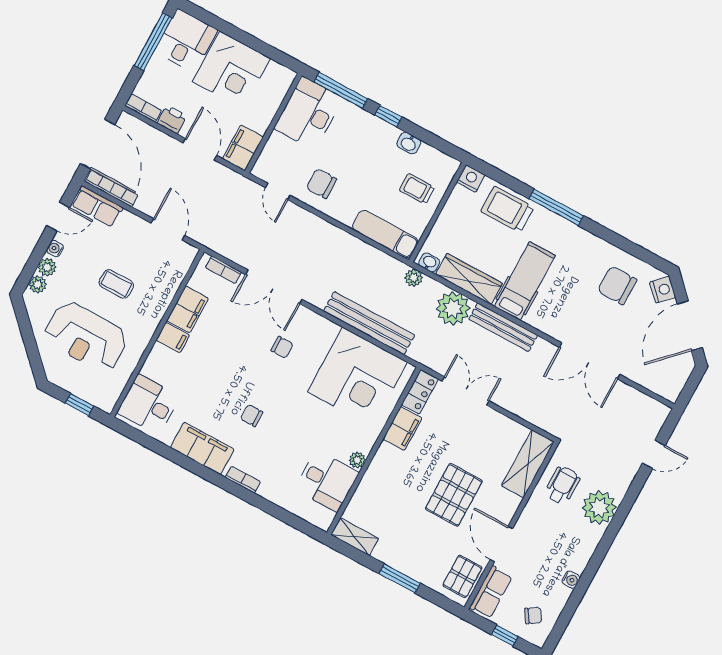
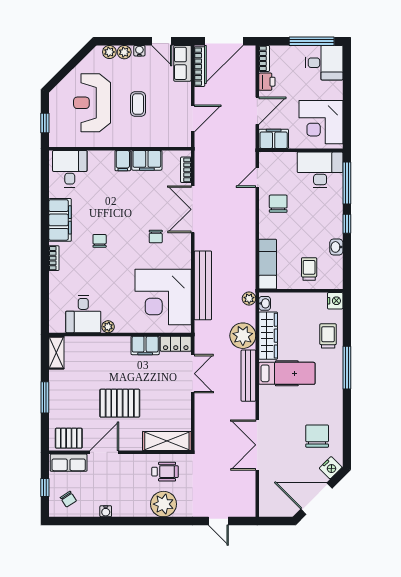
corner desk: (231, 70) -> (321, 122), moved
trolley: (507, 209) -> (328, 336), width x0.73, depth x0.72

